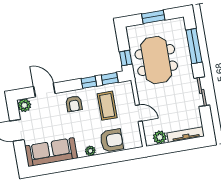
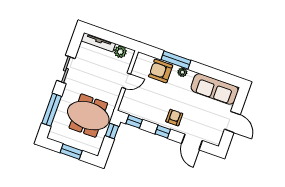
meeting table: (156, 60) -> (88, 116), turned 90
window: (89, 82) -> (163, 132), moved
plant: (24, 105) -> (215, 139), removed
coffee table: (107, 106) -> (148, 101), removed
door: (139, 113) -> (126, 81), swing flipped
window: (103, 159) -> (176, 60), added

